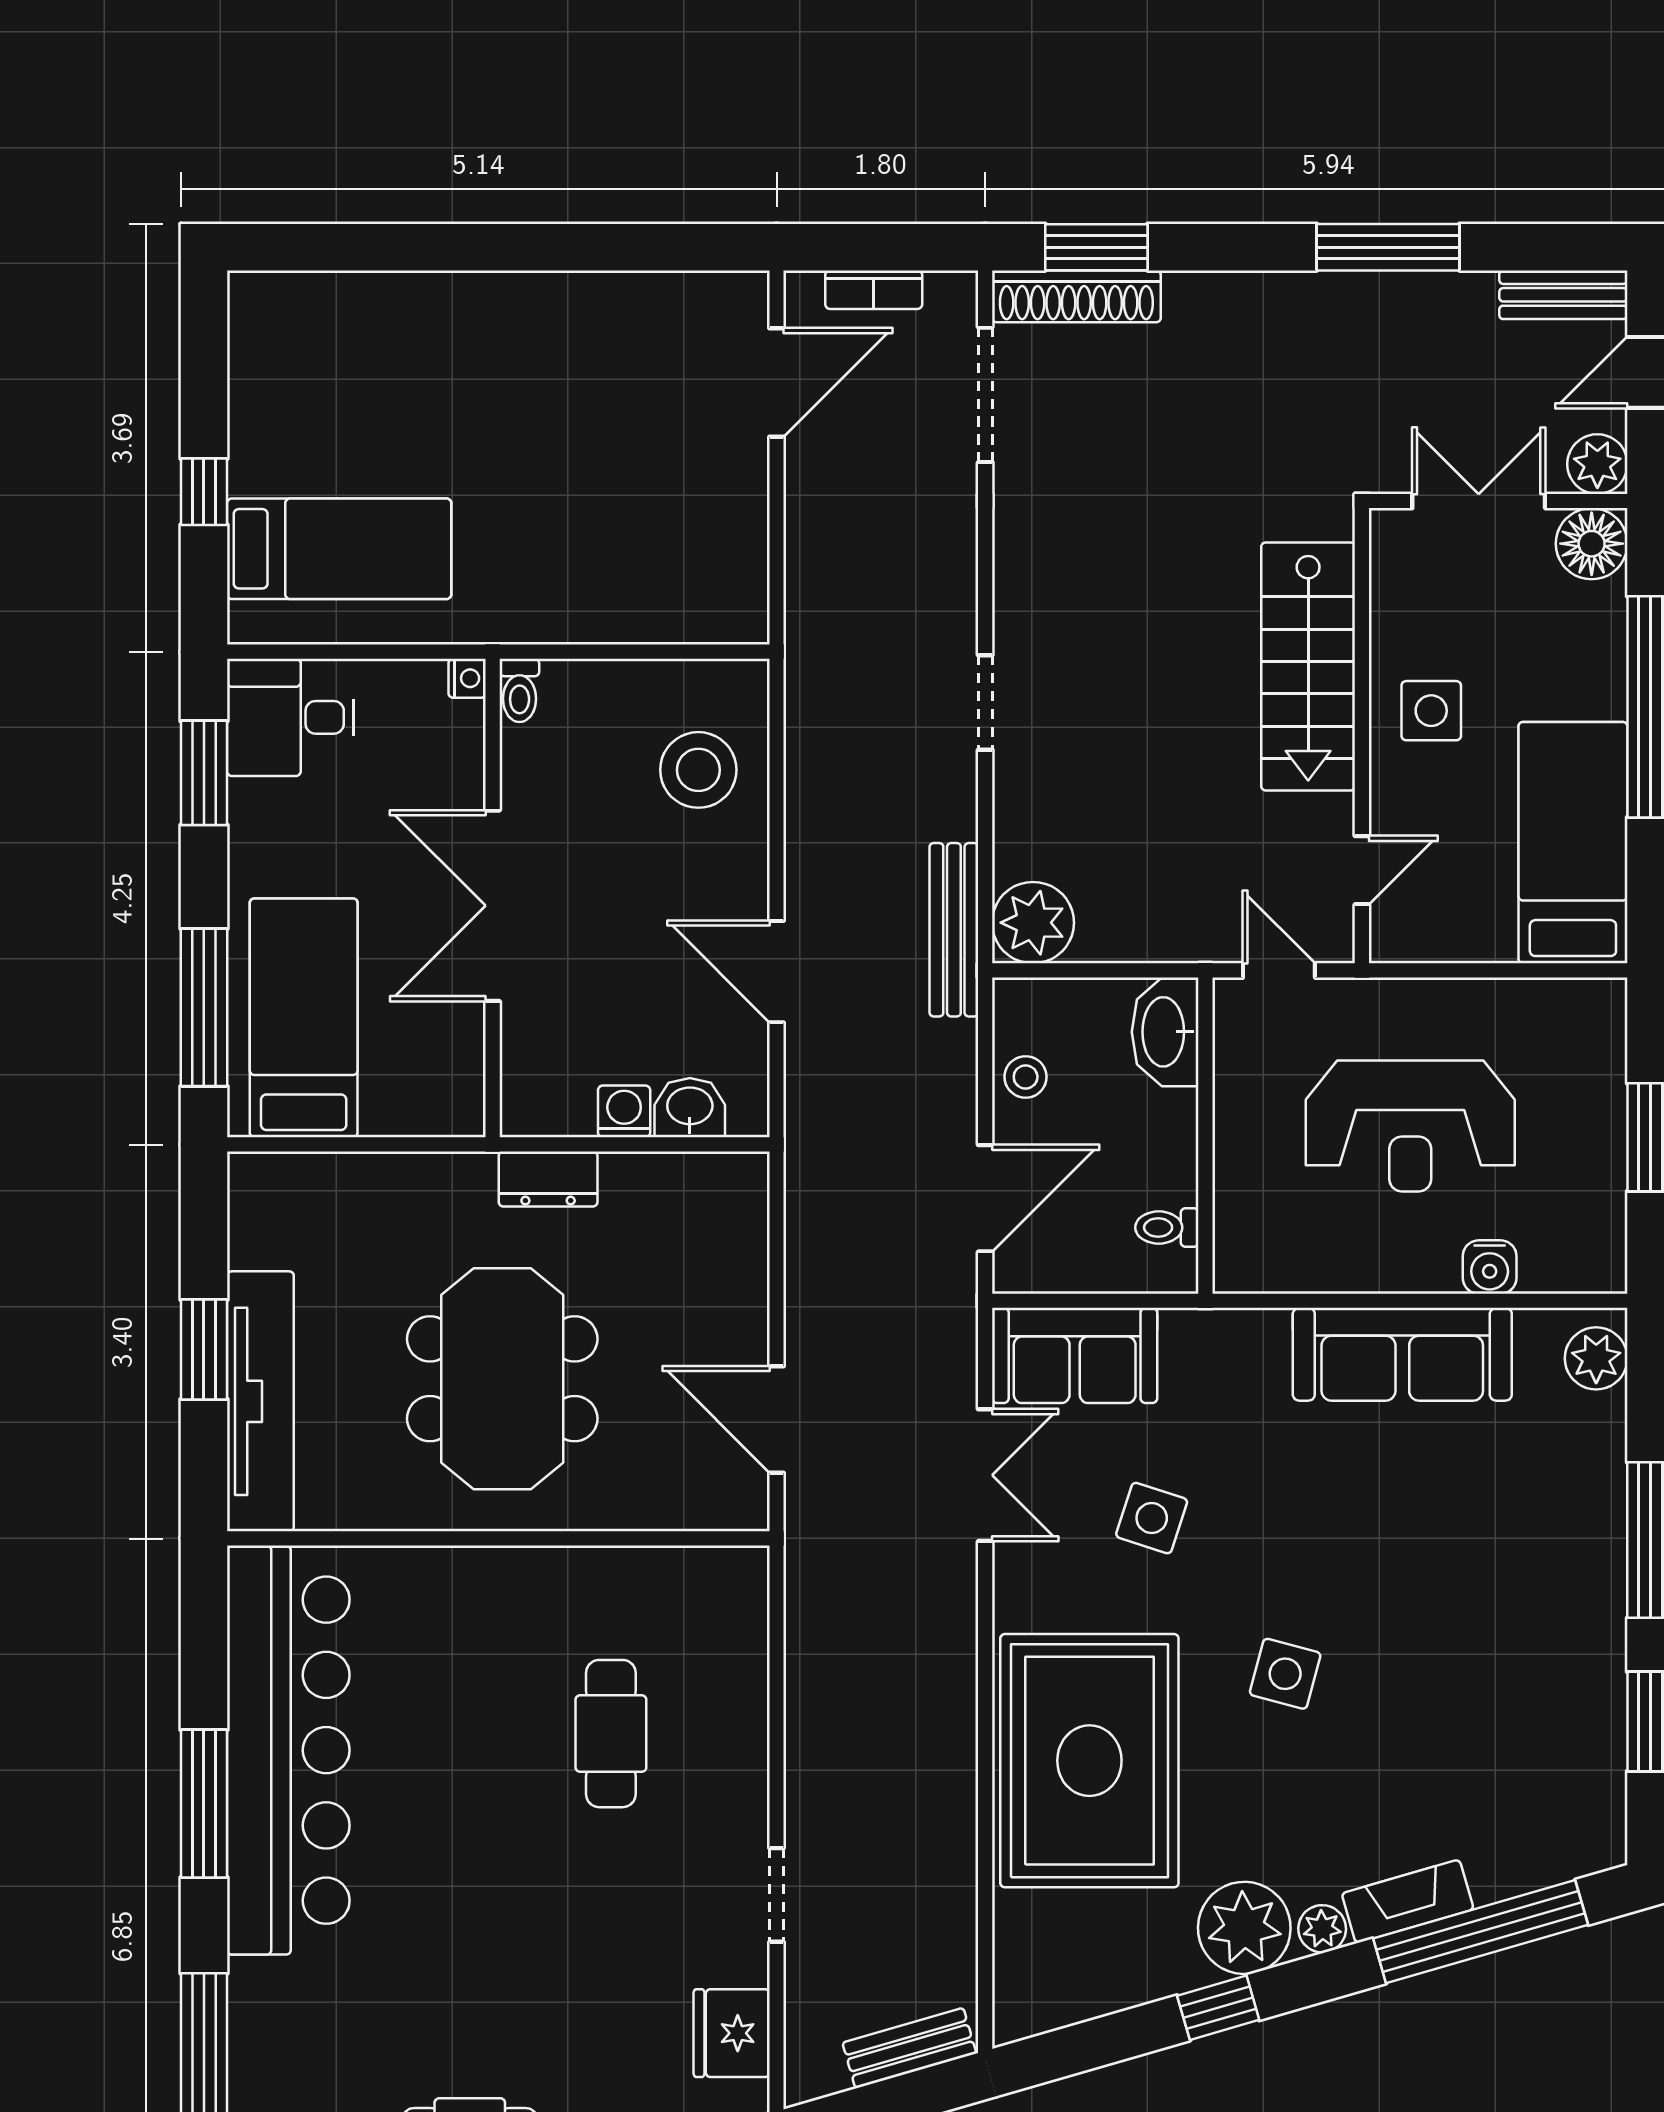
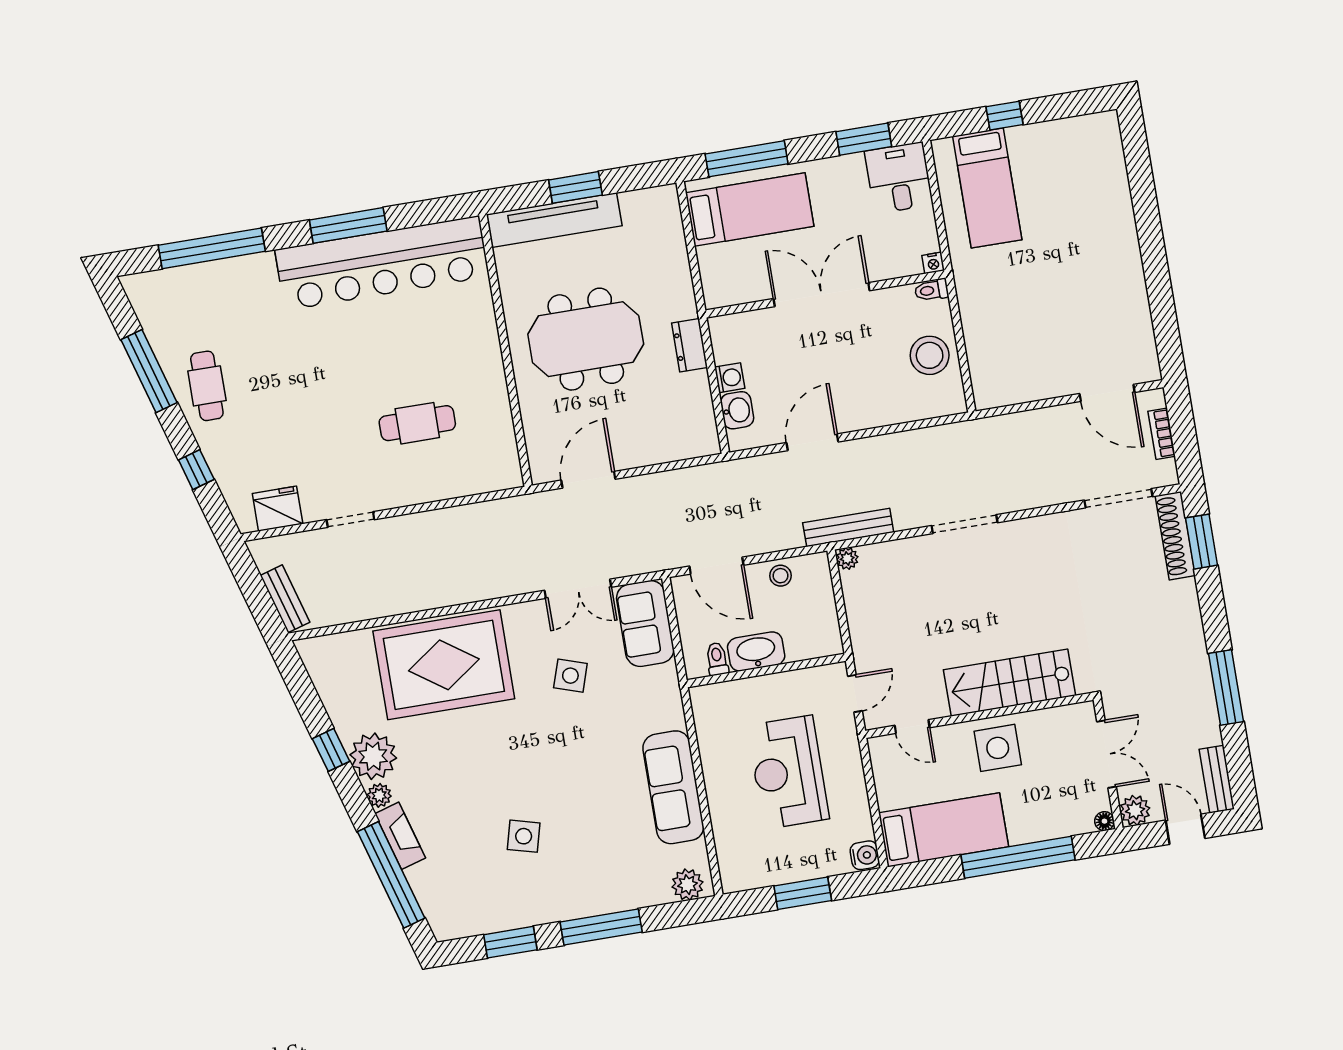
floor lamp: (1592, 544) -> (1104, 821), width x0.53, depth x0.53
doorway: (985, 702) -> (964, 524), width x1.38
side table: (1431, 711) -> (998, 748), width x1.37, depth x1.37
stool: (698, 770) -> (930, 355), moved
plant: (1033, 923) -> (847, 558), width x0.53, depth x0.53
washbasin: (1165, 1032) -> (756, 652), moved
water cooler: (1490, 1267) -> (865, 855), moved, turned 180
side table: (1285, 1674) -> (524, 836), moved

